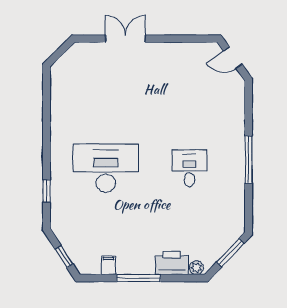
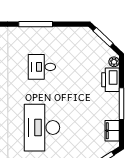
filing cabinet: (108, 265) -> (112, 131), width x2.00

